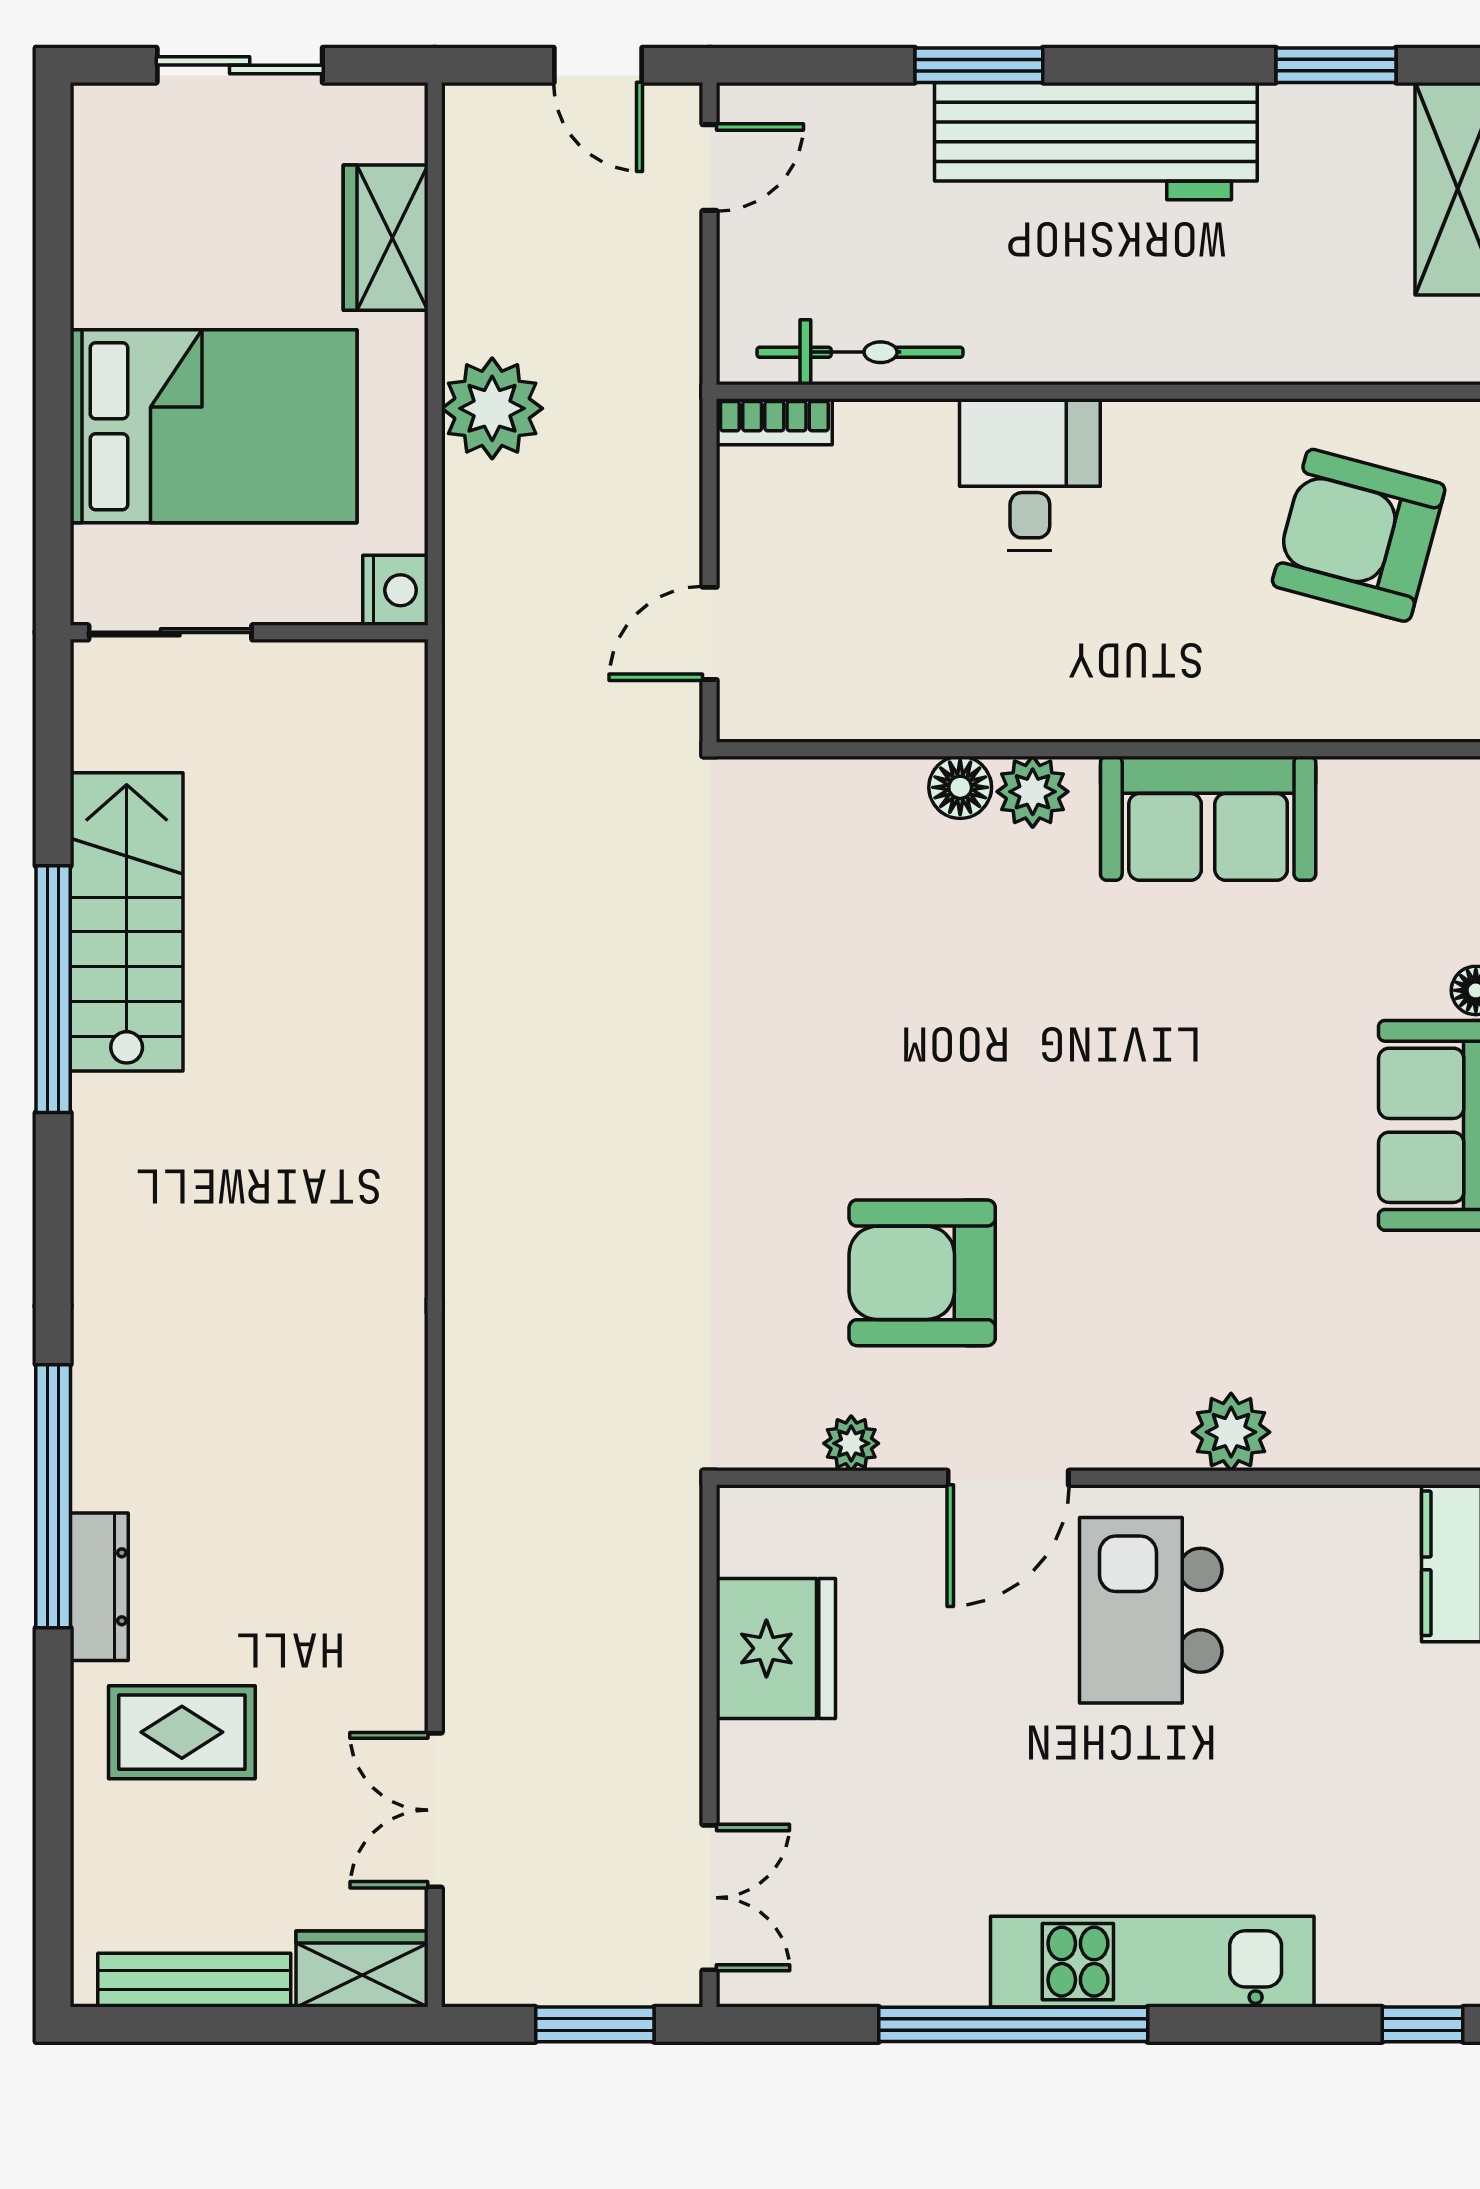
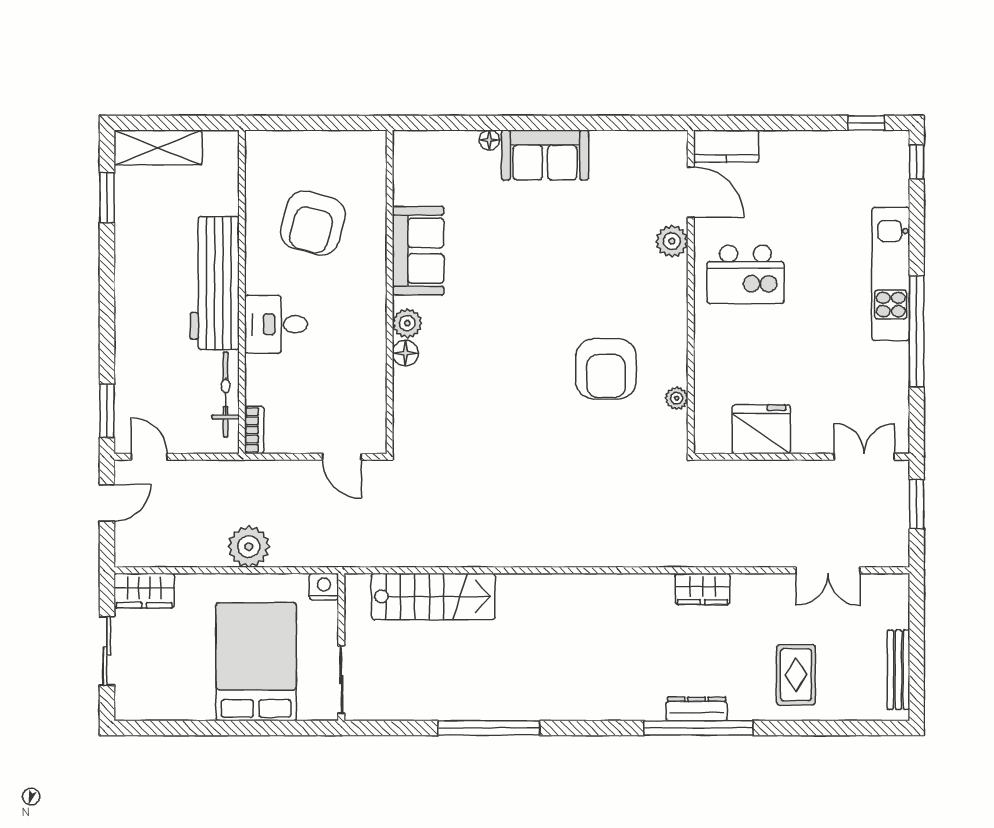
window: (979, 65) -> (107, 411), moved
workbench: (1096, 141) -> (215, 283), moved, turned 180
wardrobe: (386, 238) -> (144, 591), moved
armchair: (1359, 535) -> (313, 223), moved
stairs: (127, 922) -> (433, 596), moved, turned 180
door: (1008, 1478) -> (691, 192), moved
dresser: (99, 1587) -> (697, 709), moved
wardrobe: (362, 1969) -> (703, 589), moved, turned -90

